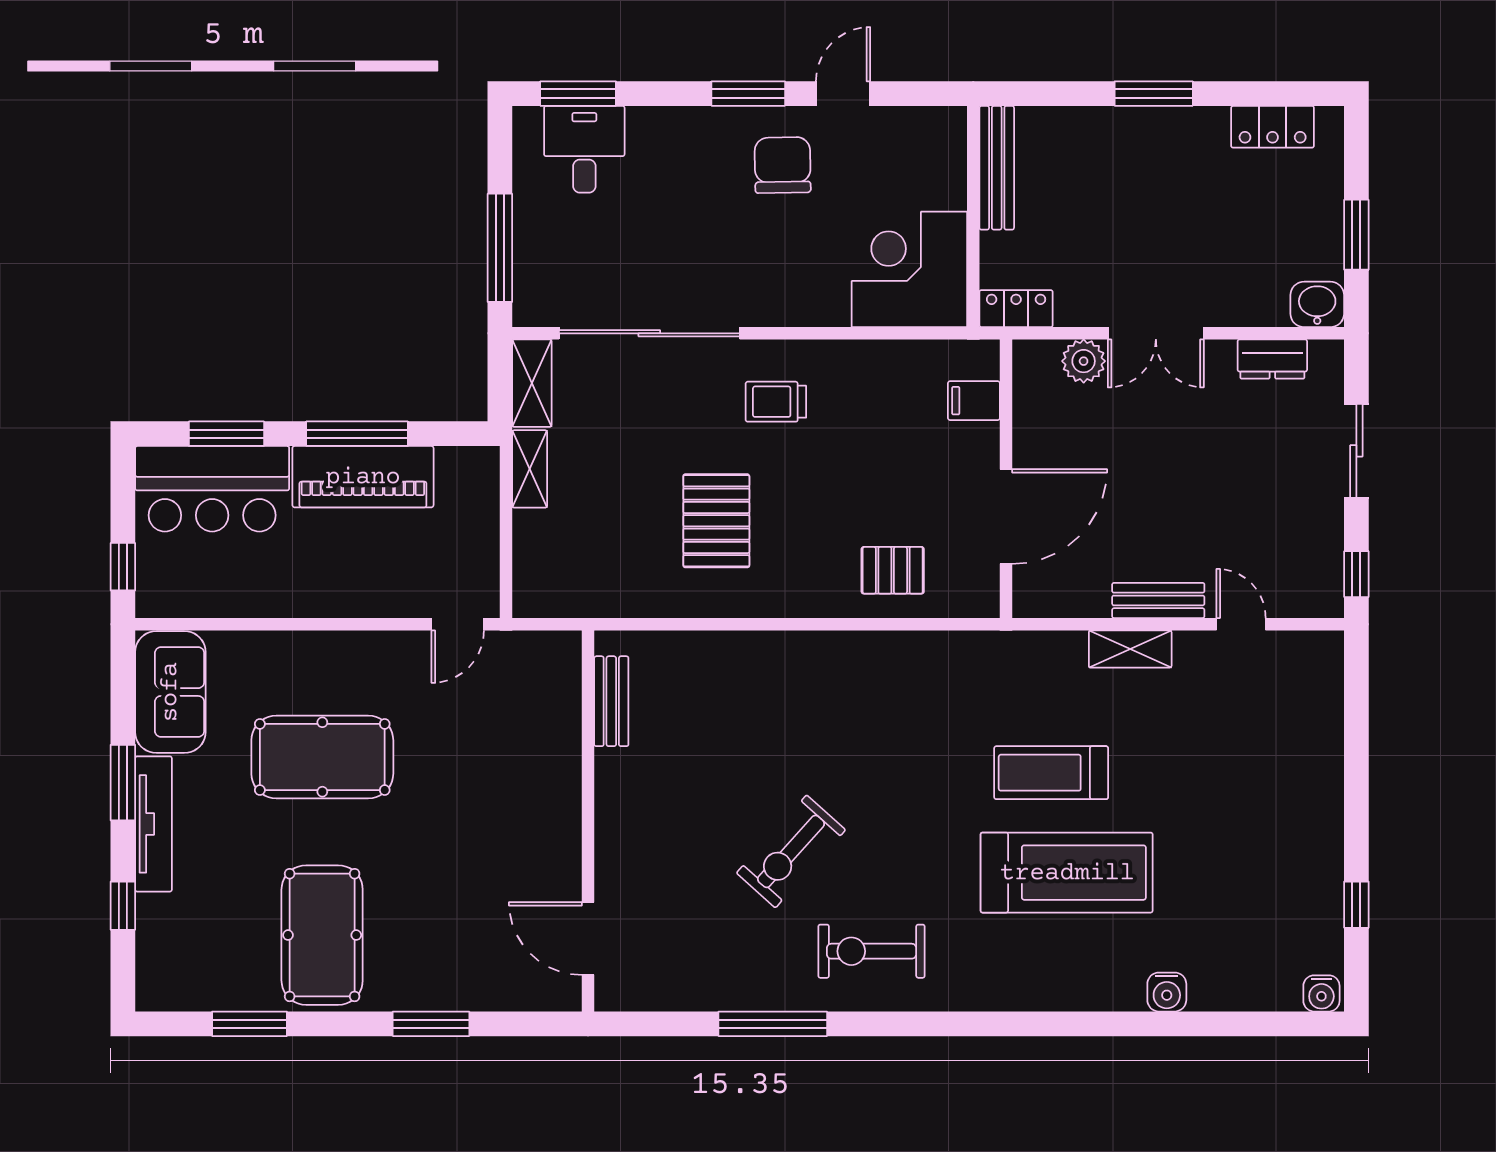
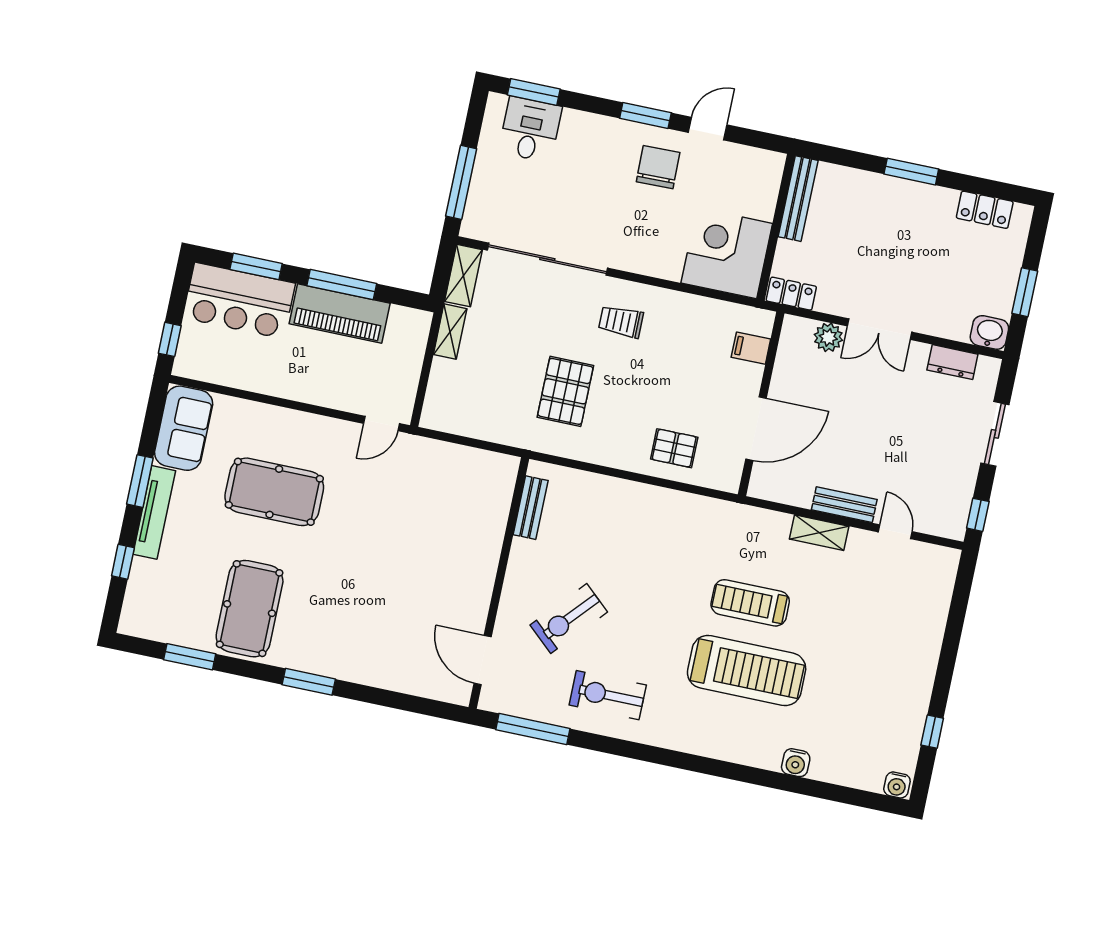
bench: (611, 701) -> (531, 508), moved
wall: (588, 821) -> (499, 583), moved
door: (588, 939) -> (483, 660), moved

